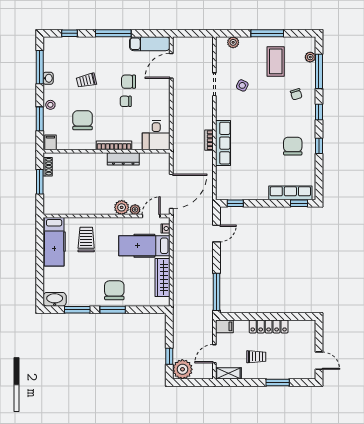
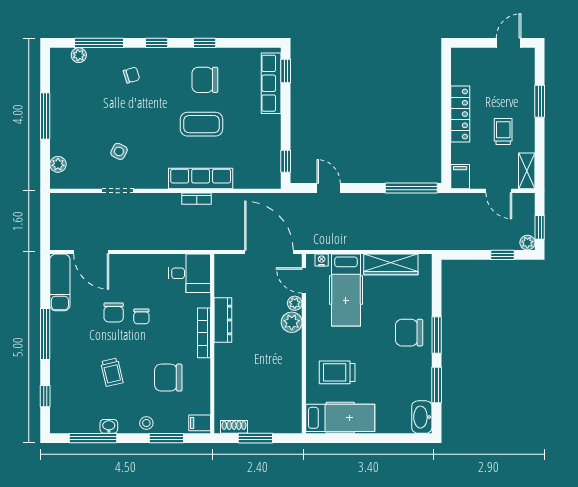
coffee table: (276, 61) -> (201, 124), moved
plant: (182, 369) -> (527, 243), width x0.53, depth x0.53
window: (189, 383) -> (540, 227), added

